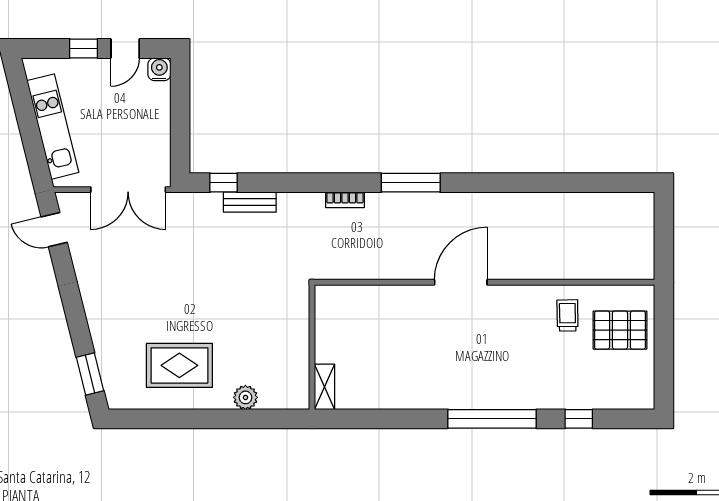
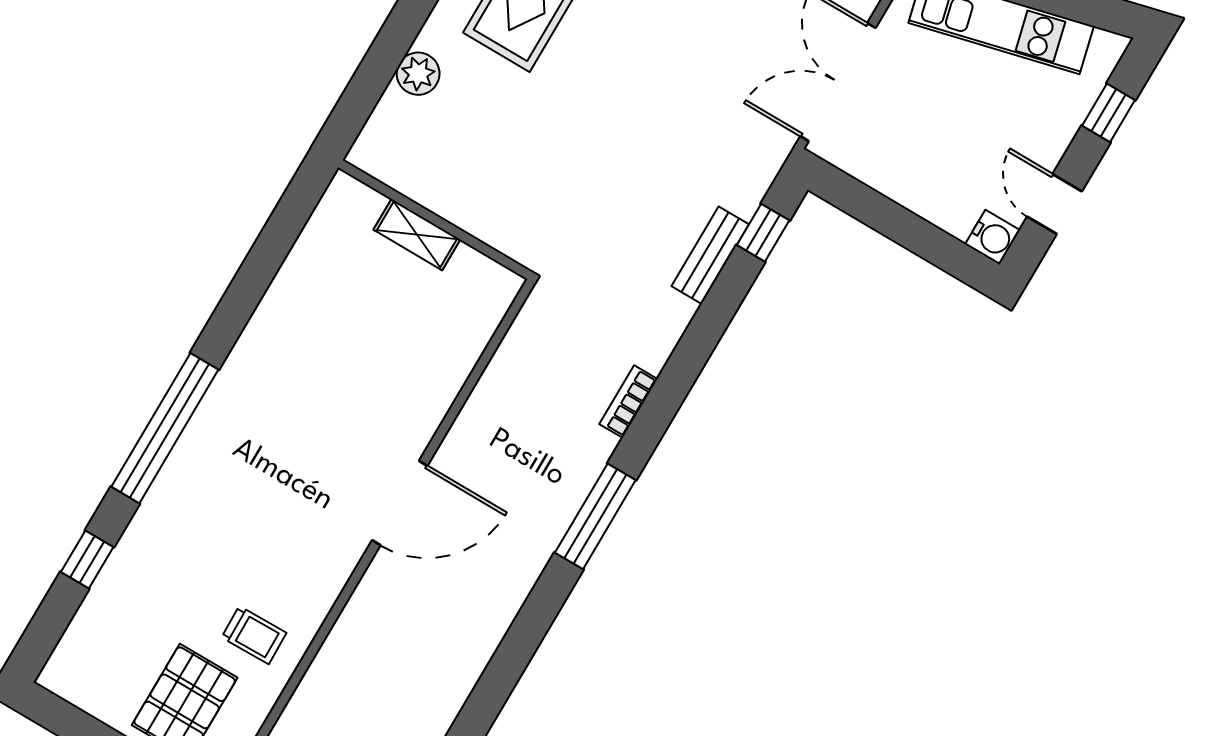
window: (84, 49) -> (1108, 113), moved
door: (461, 282) -> (400, 503), hinge flipped
shelving: (325, 387) -> (417, 235), moved

